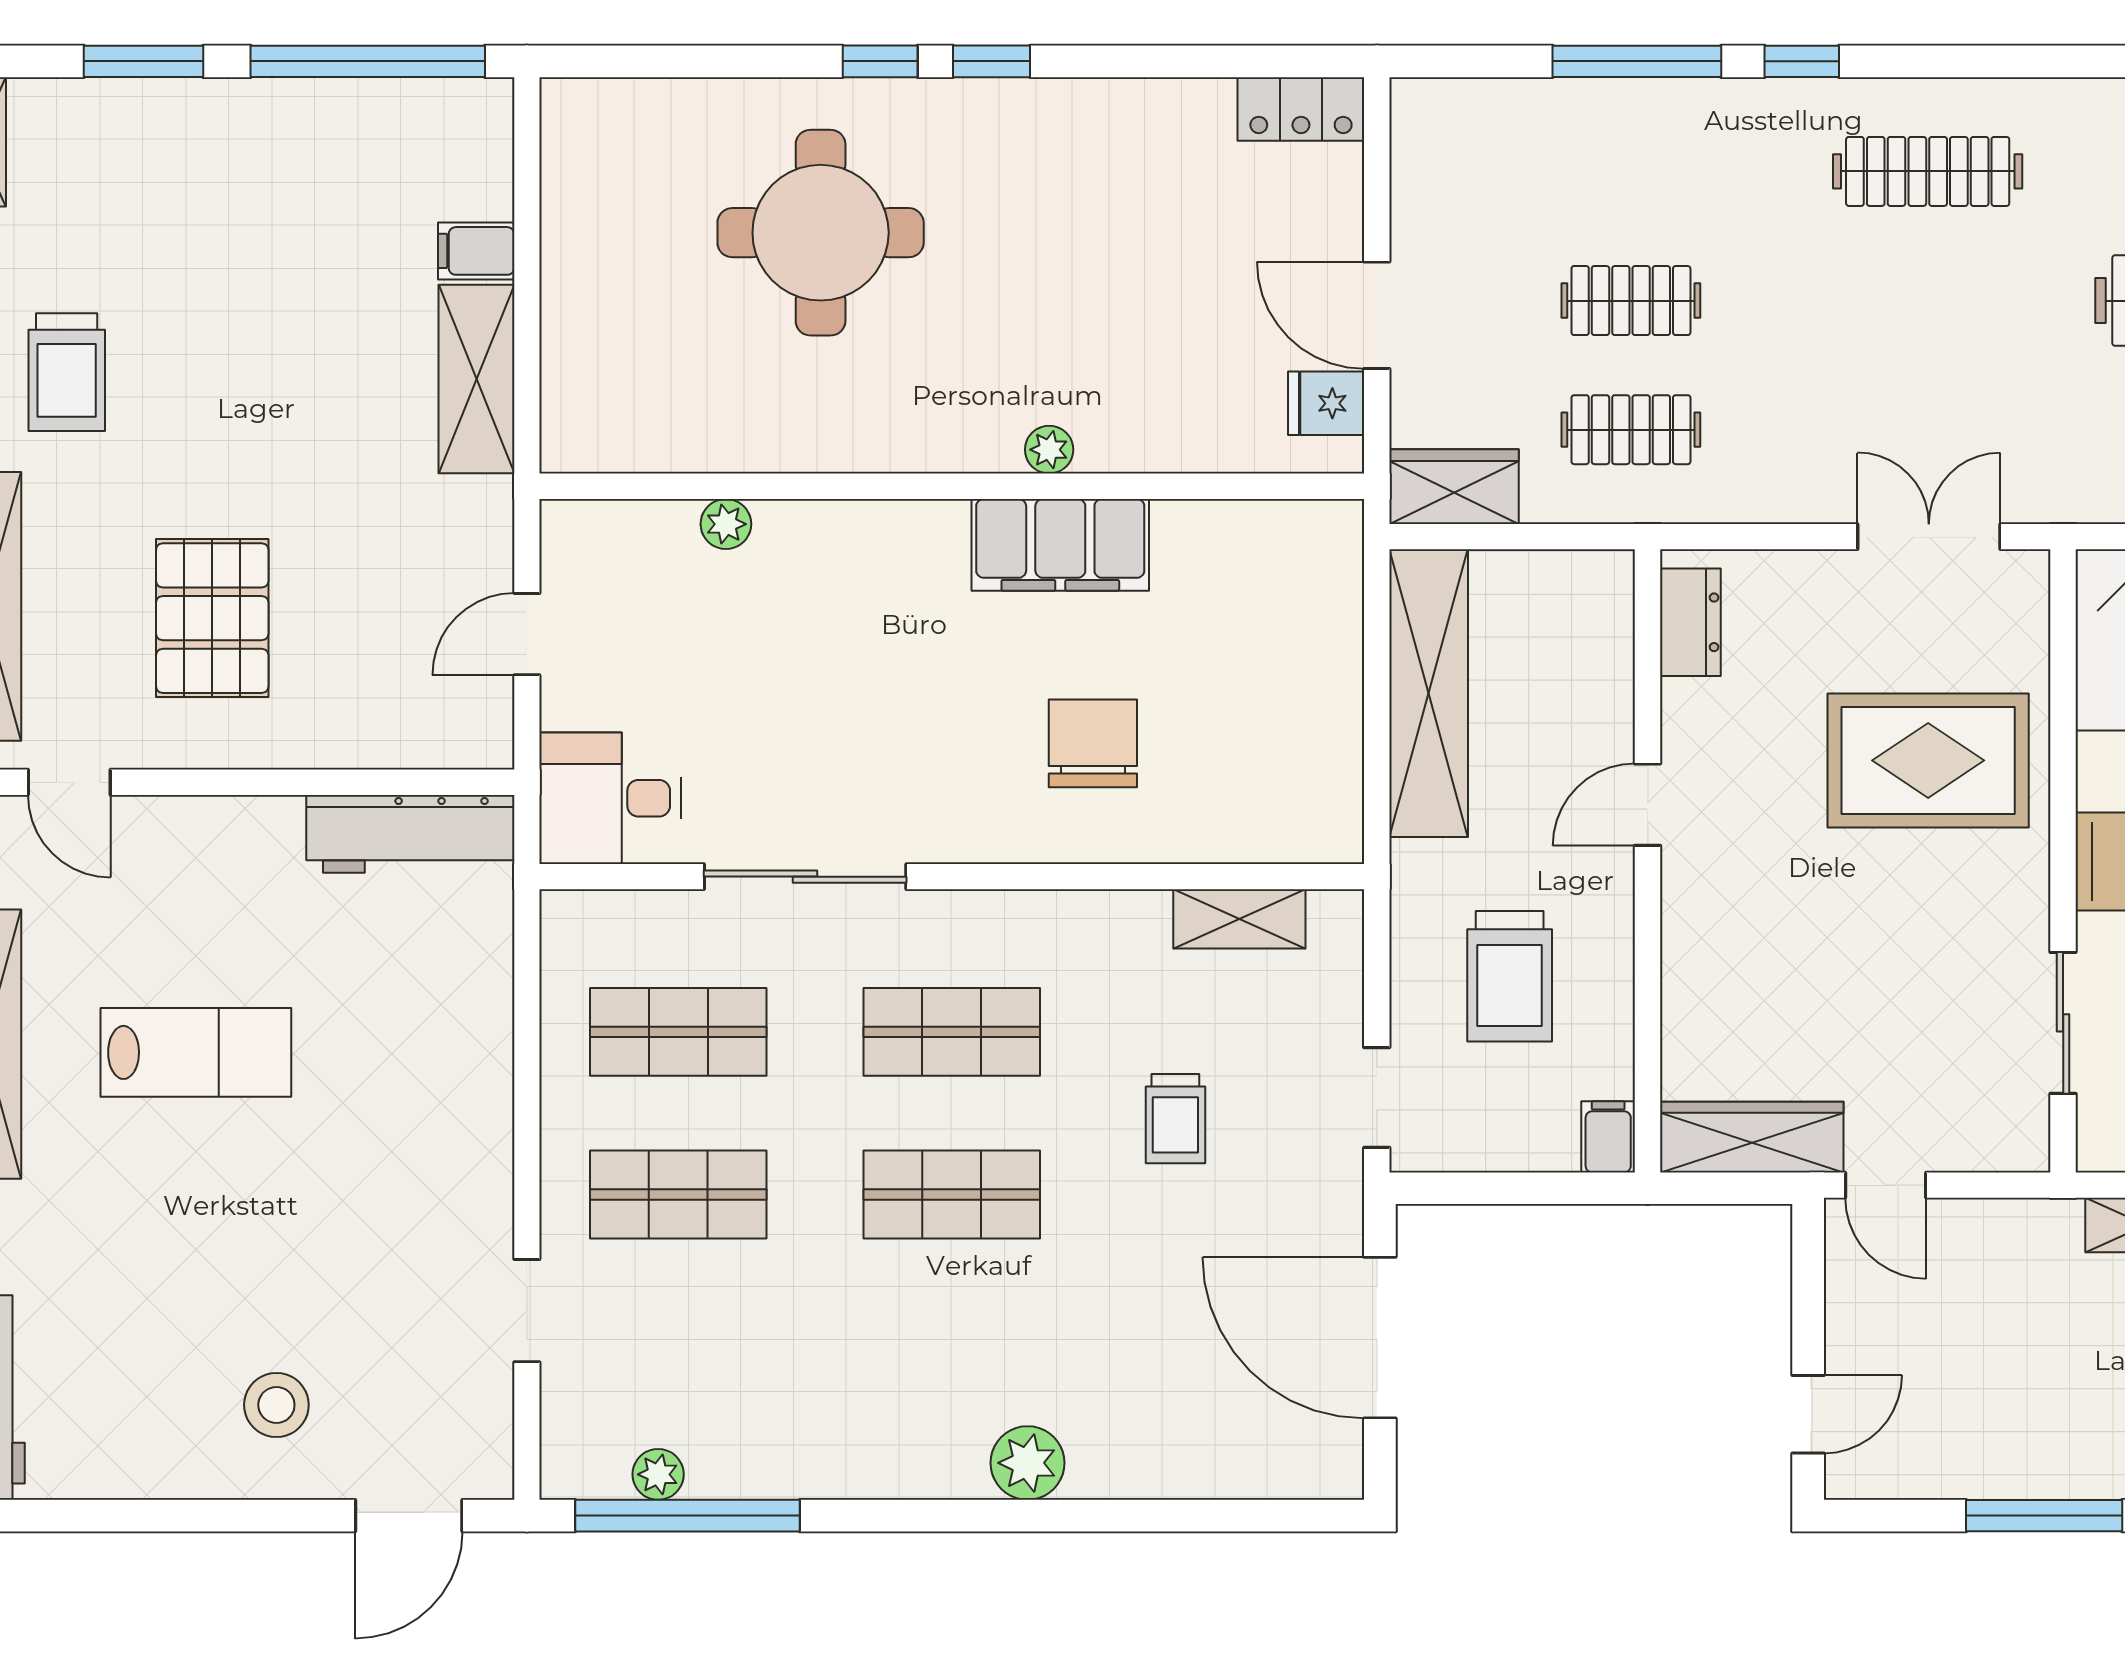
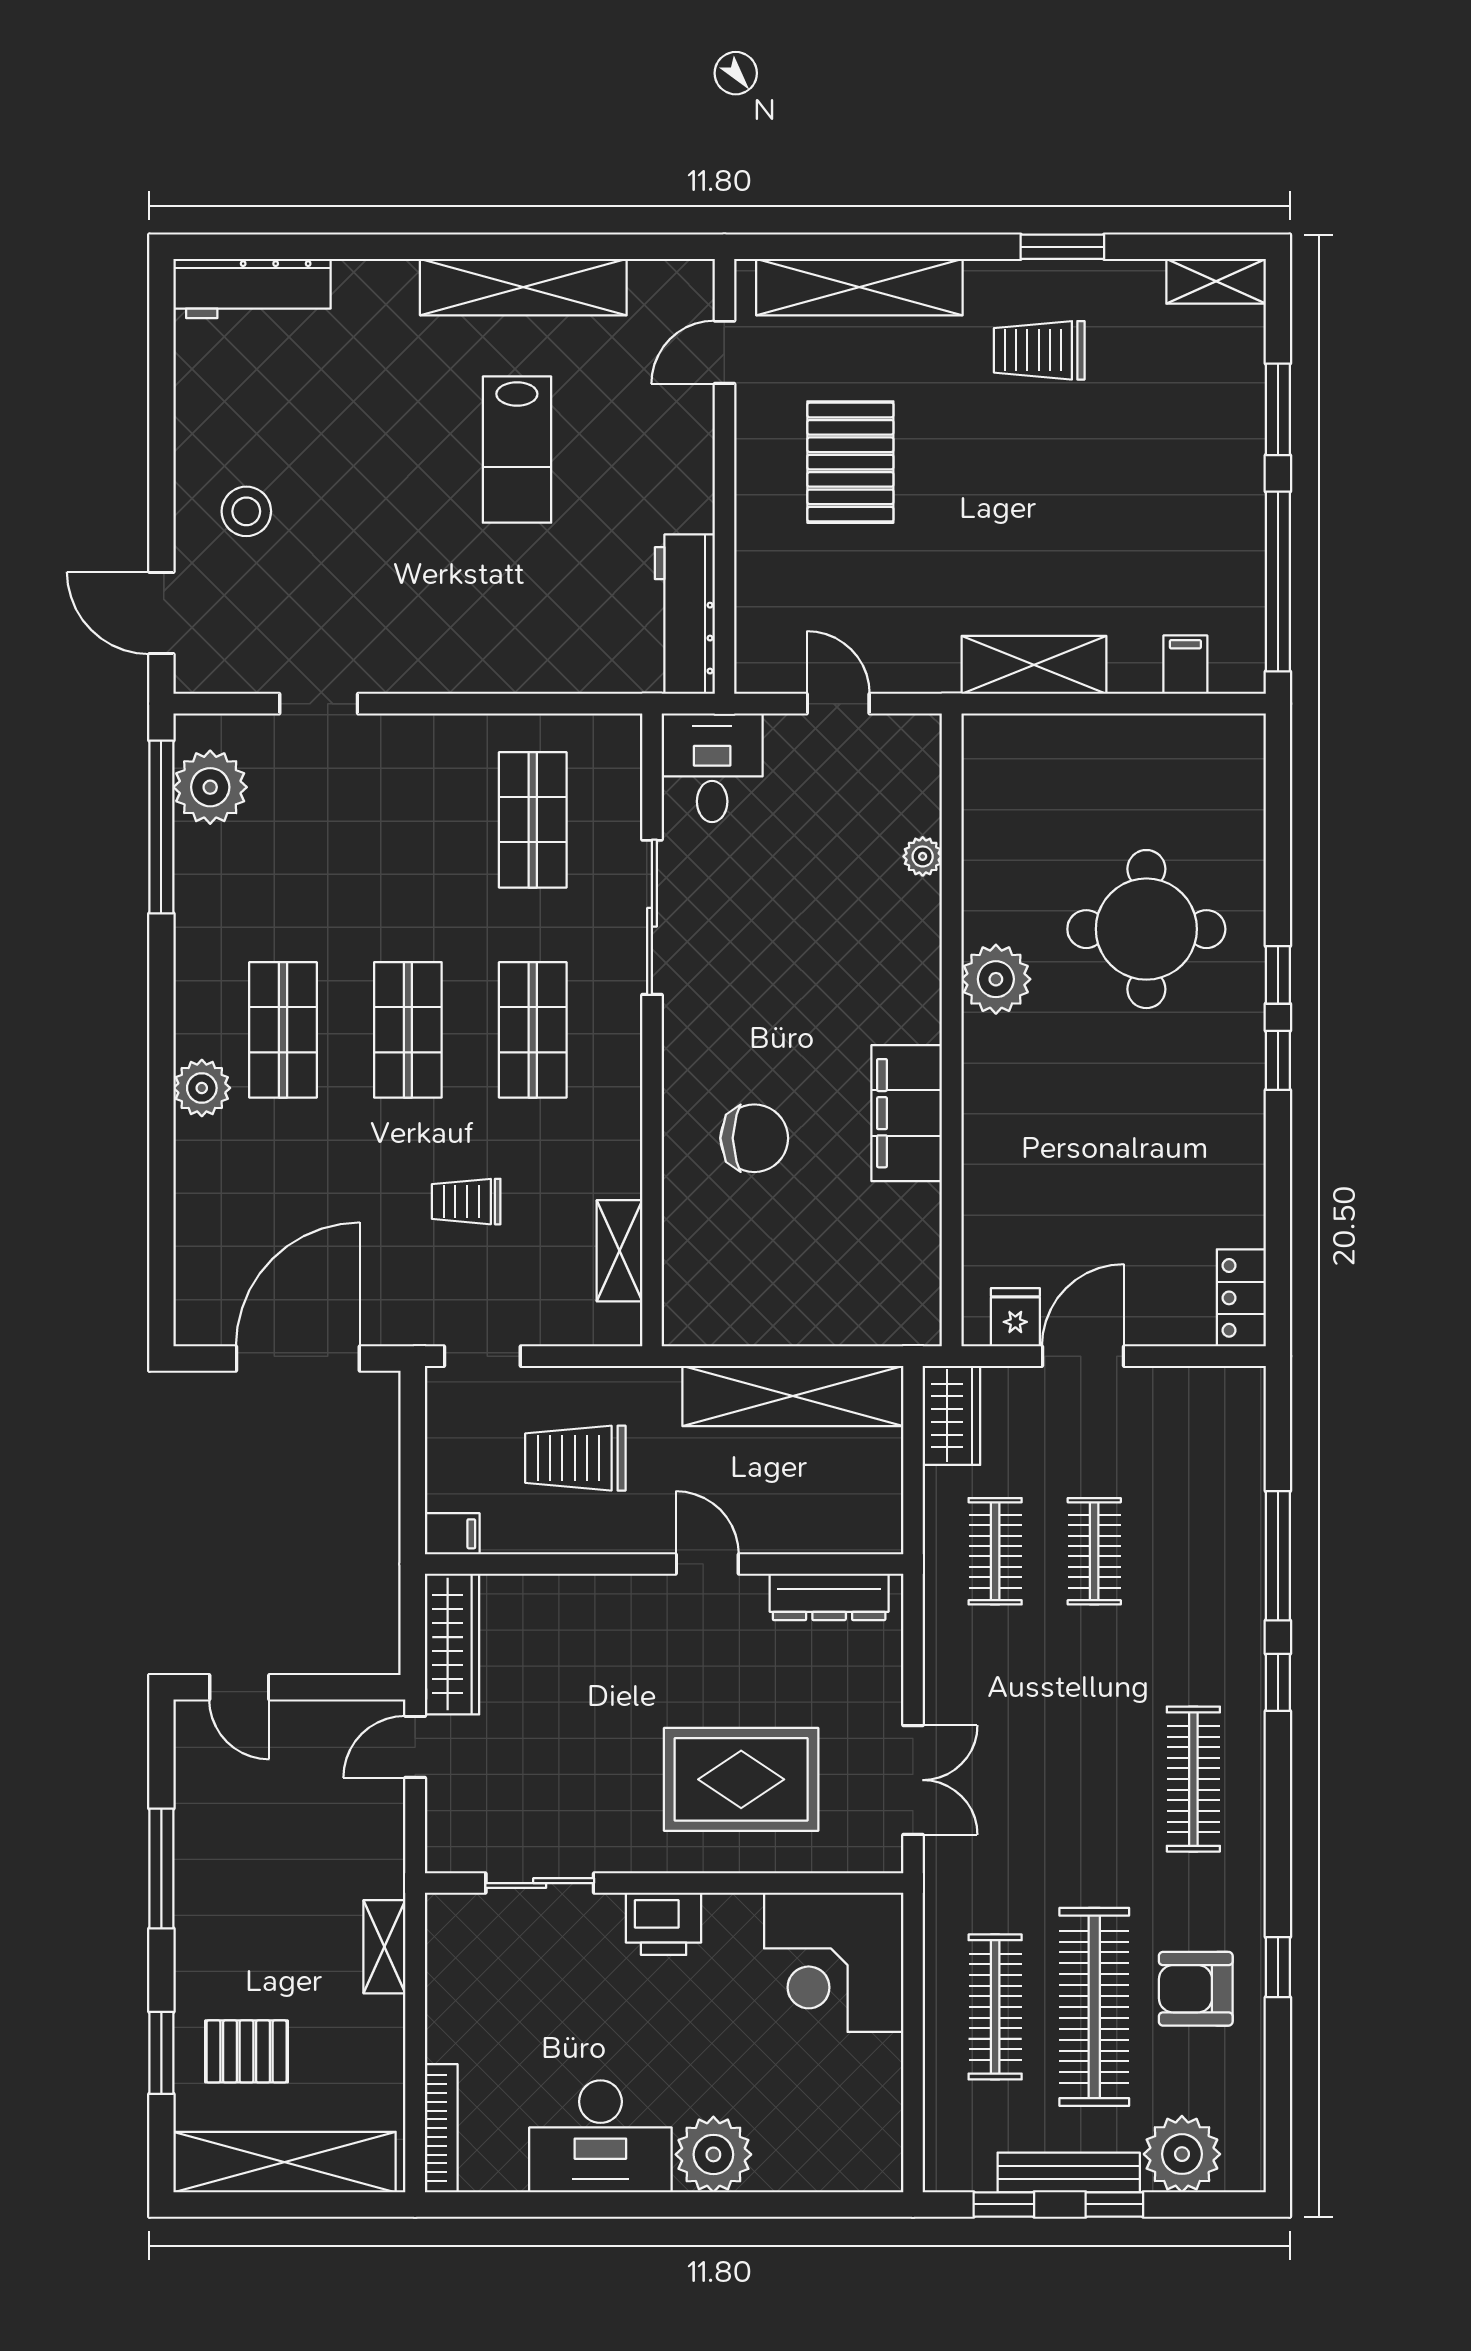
filing cabinet: (476, 251) -> (1185, 665), moved
plant: (1049, 450) -> (996, 979), moved, width x1.87, depth x1.87
pallet: (212, 618) -> (850, 462), turned 90
dresser: (1690, 622) -> (829, 1597), width x1.44
rug: (1928, 760) -> (741, 1779), turned 90
shop shelf: (678, 1195) -> (283, 1030), moved
plant: (658, 1474) -> (210, 787), width x1.87, depth x1.87

